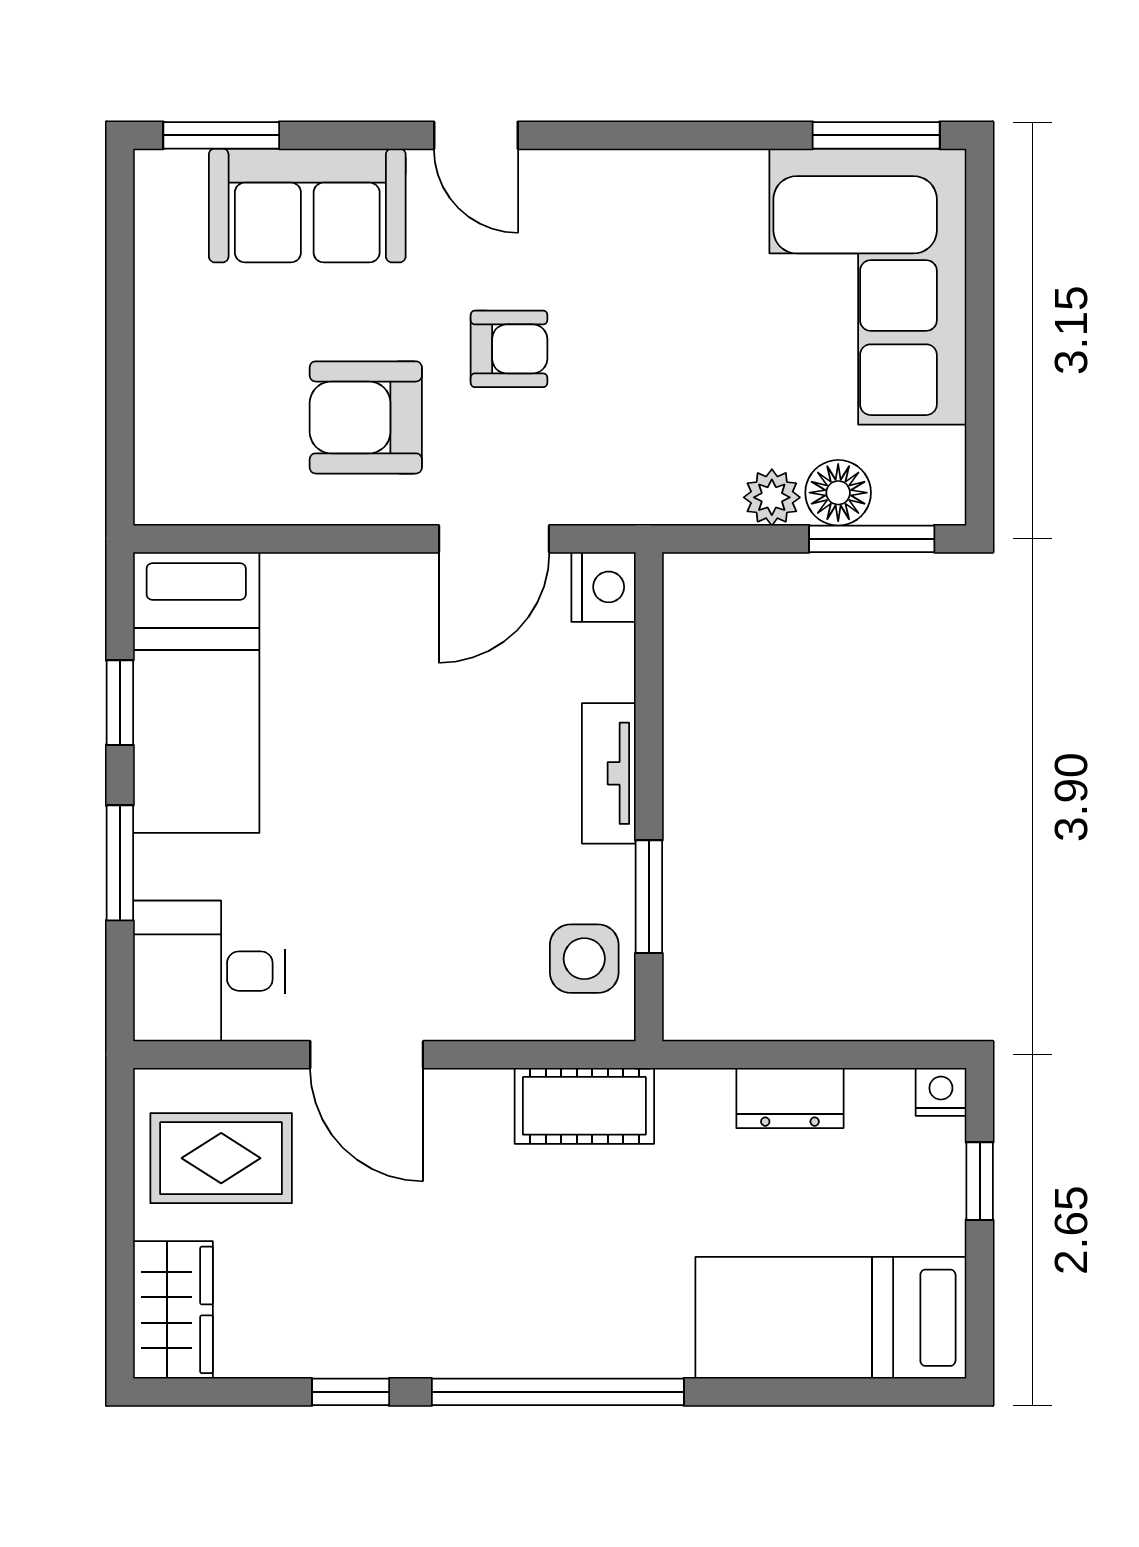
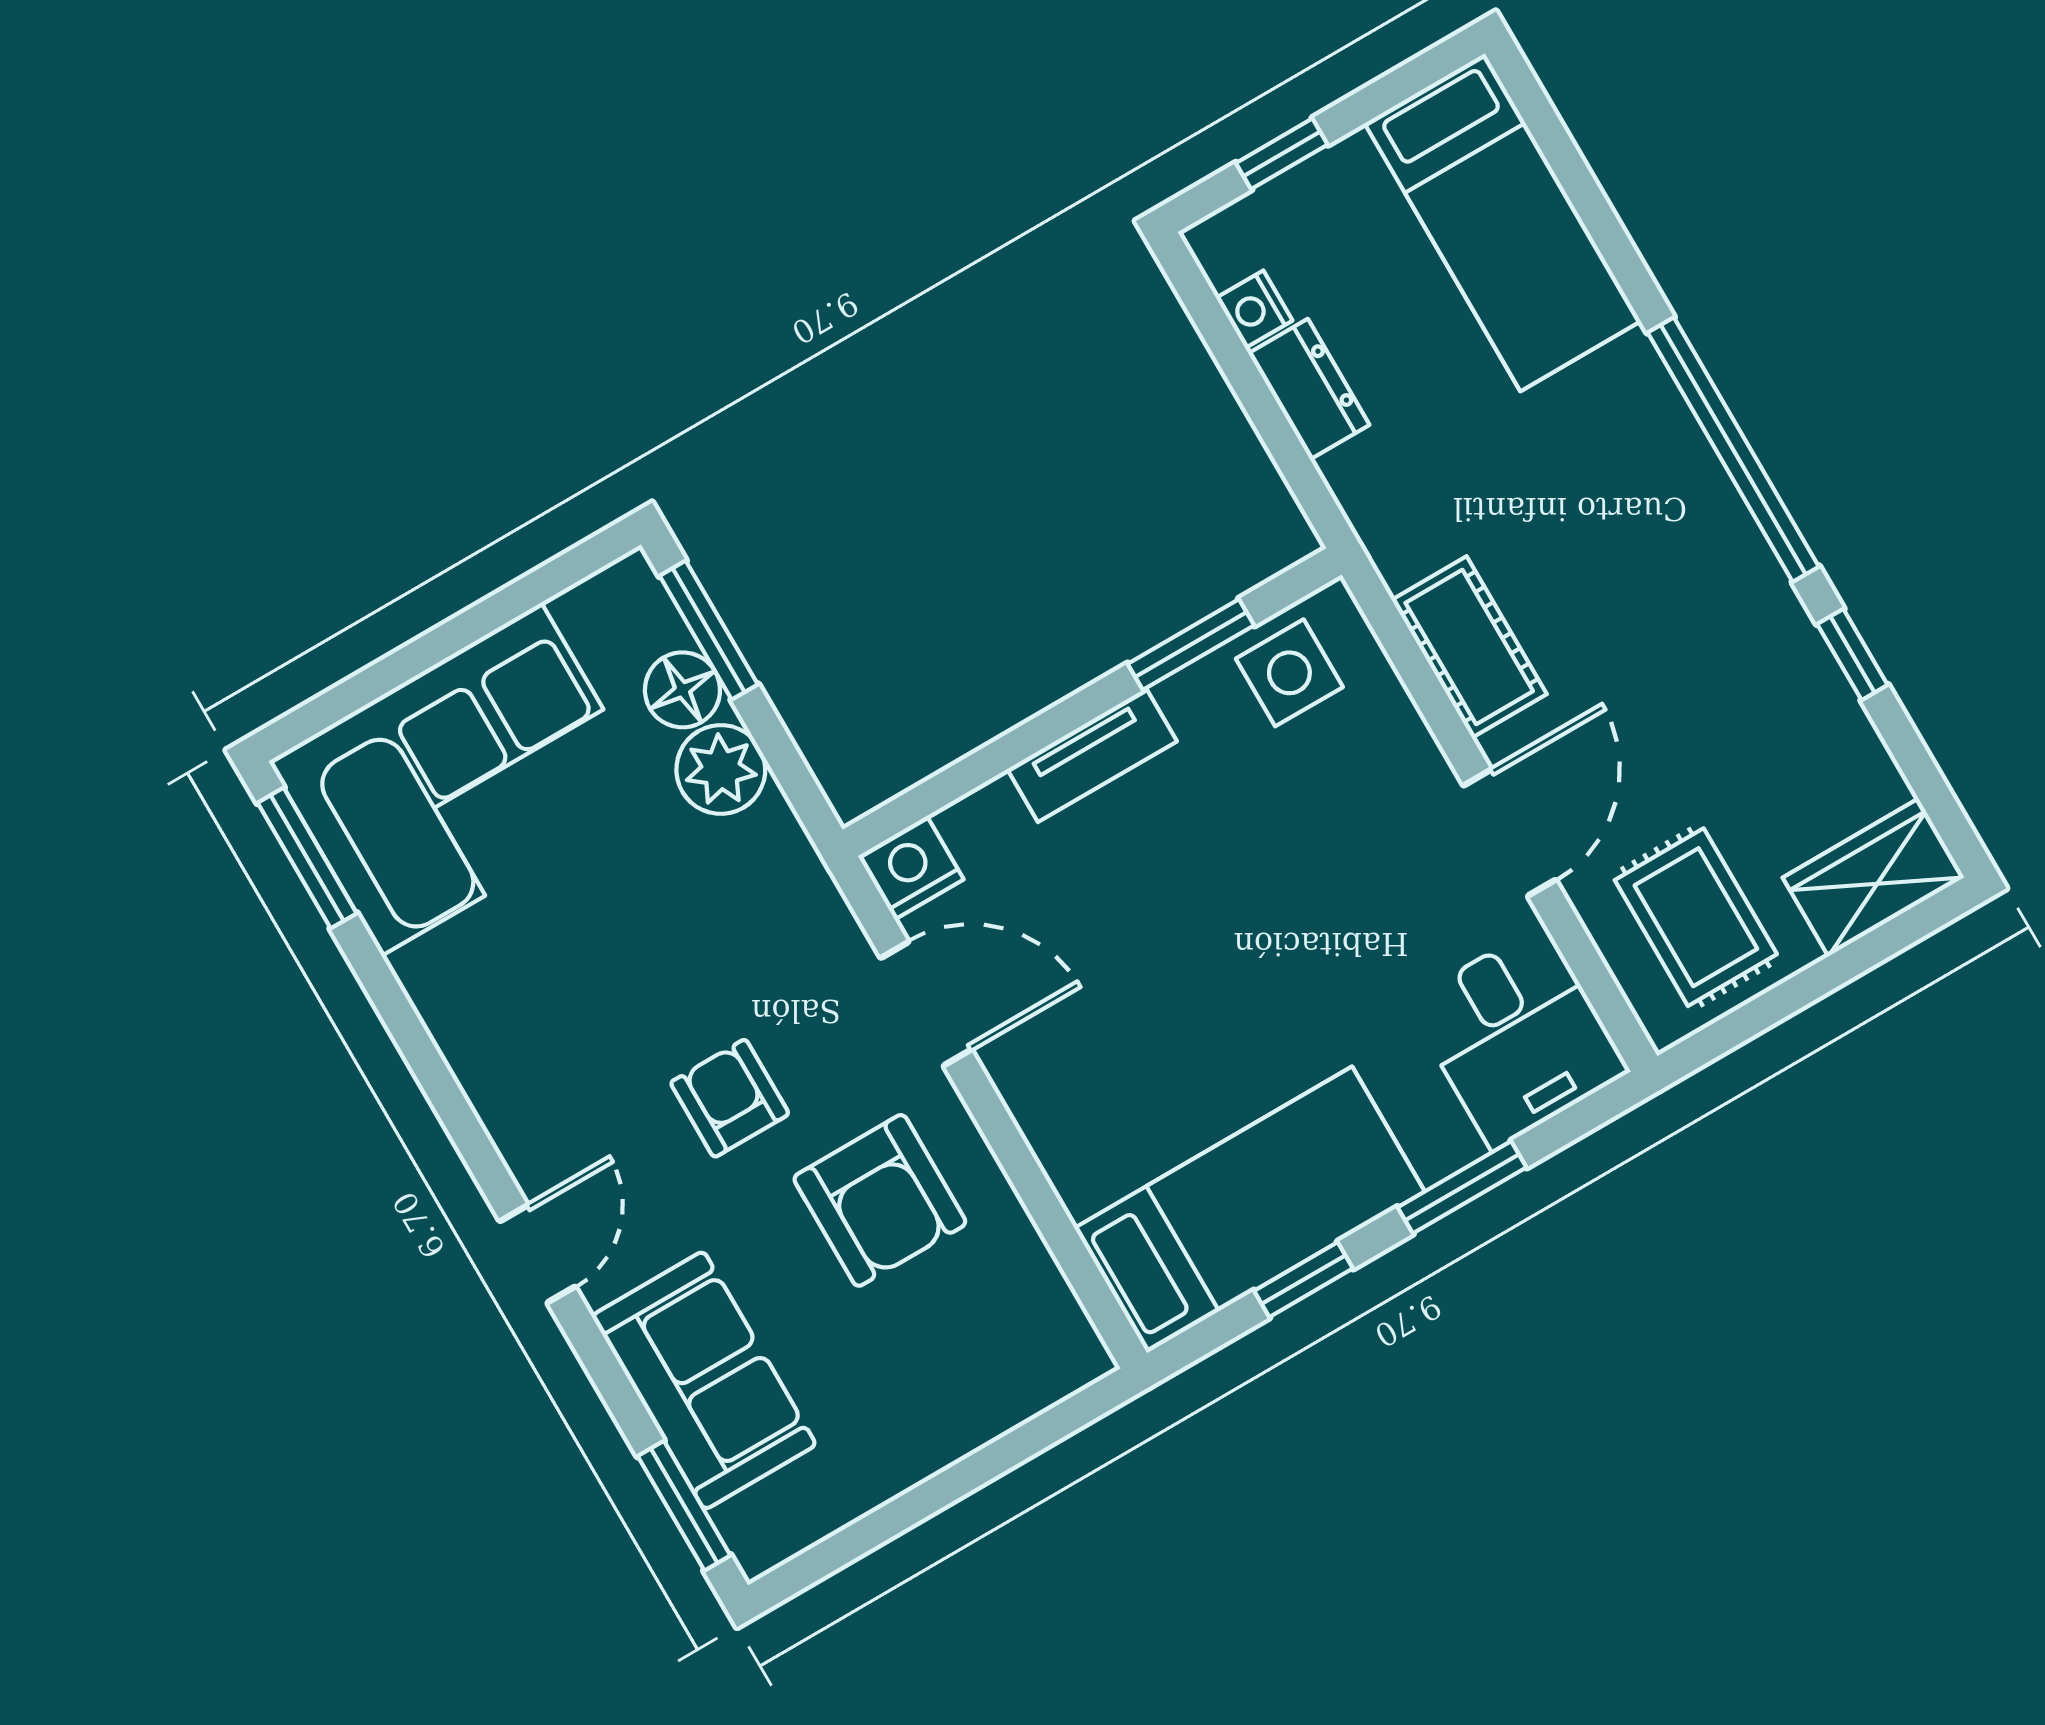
plant: (772, 497) -> (721, 769), width x1.38, depth x1.38
nightstand: (941, 1092) -> (1254, 309), moved
cot: (584, 1106) -> (1469, 647), moved

